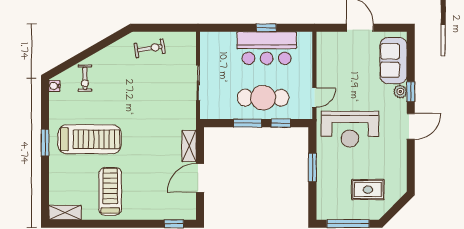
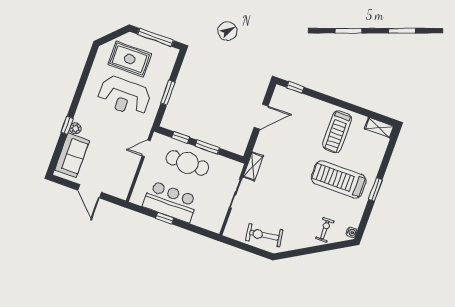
exercise bike: (150, 48) -> (264, 235), width x1.38, depth x1.39
door: (411, 126) -> (77, 97), removed
reception desk: (350, 129) -> (124, 96), moved, turned 180
shelving: (189, 146) -> (253, 166), moved
rug: (368, 190) -> (130, 59), width x1.36, depth x1.43

